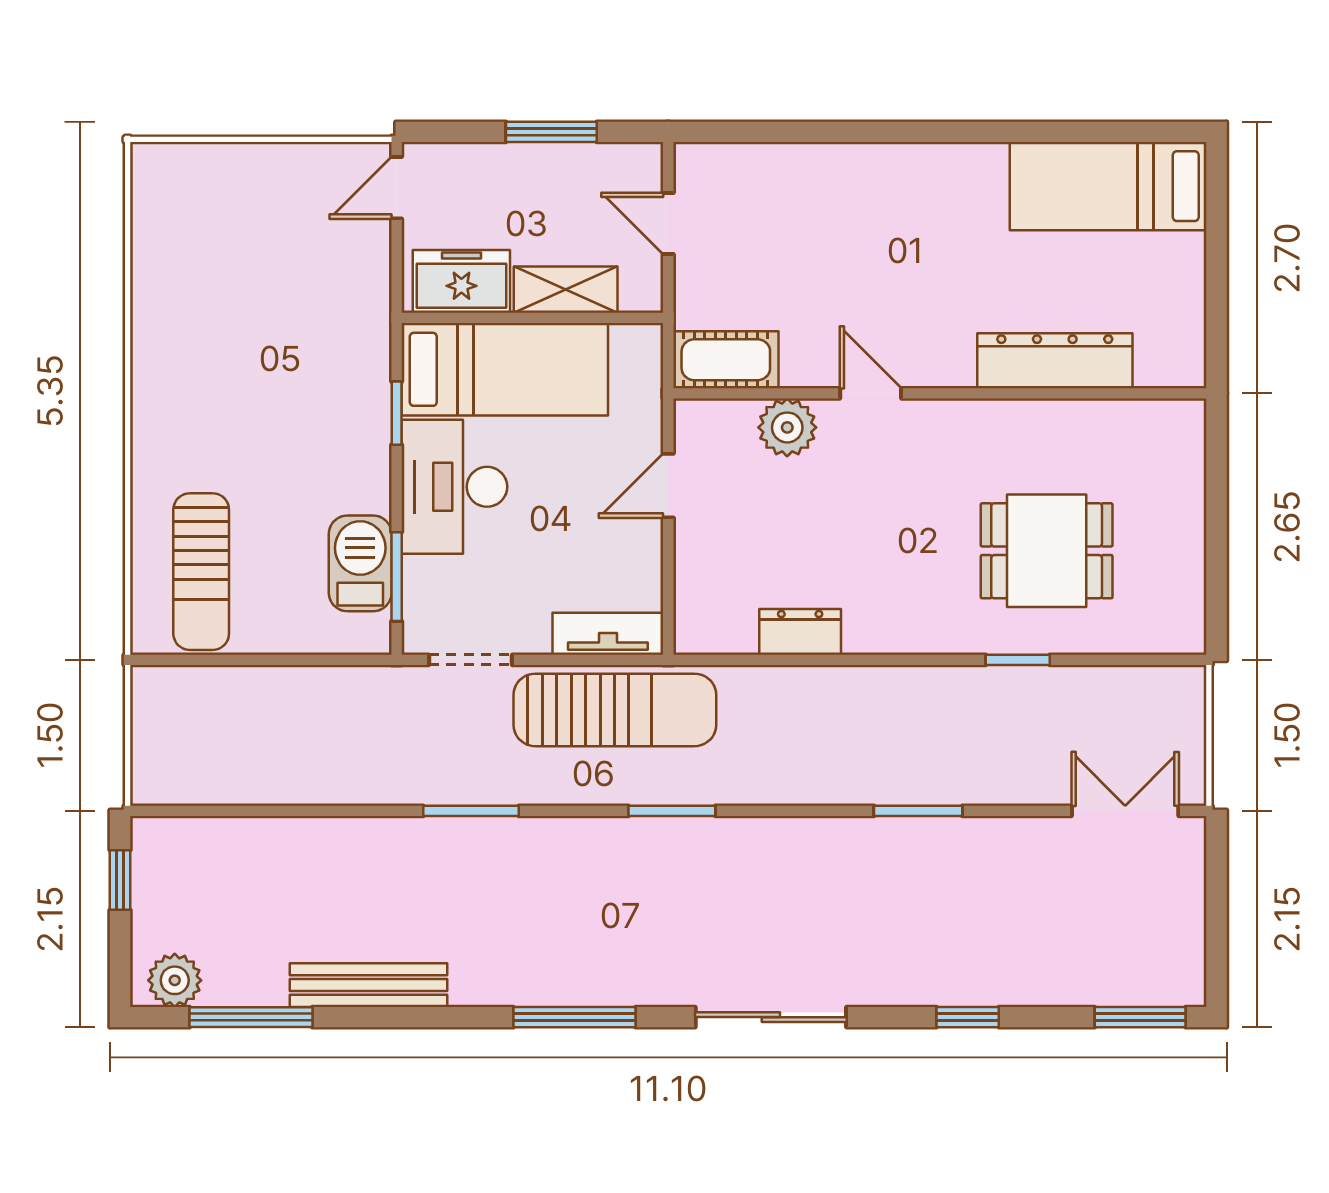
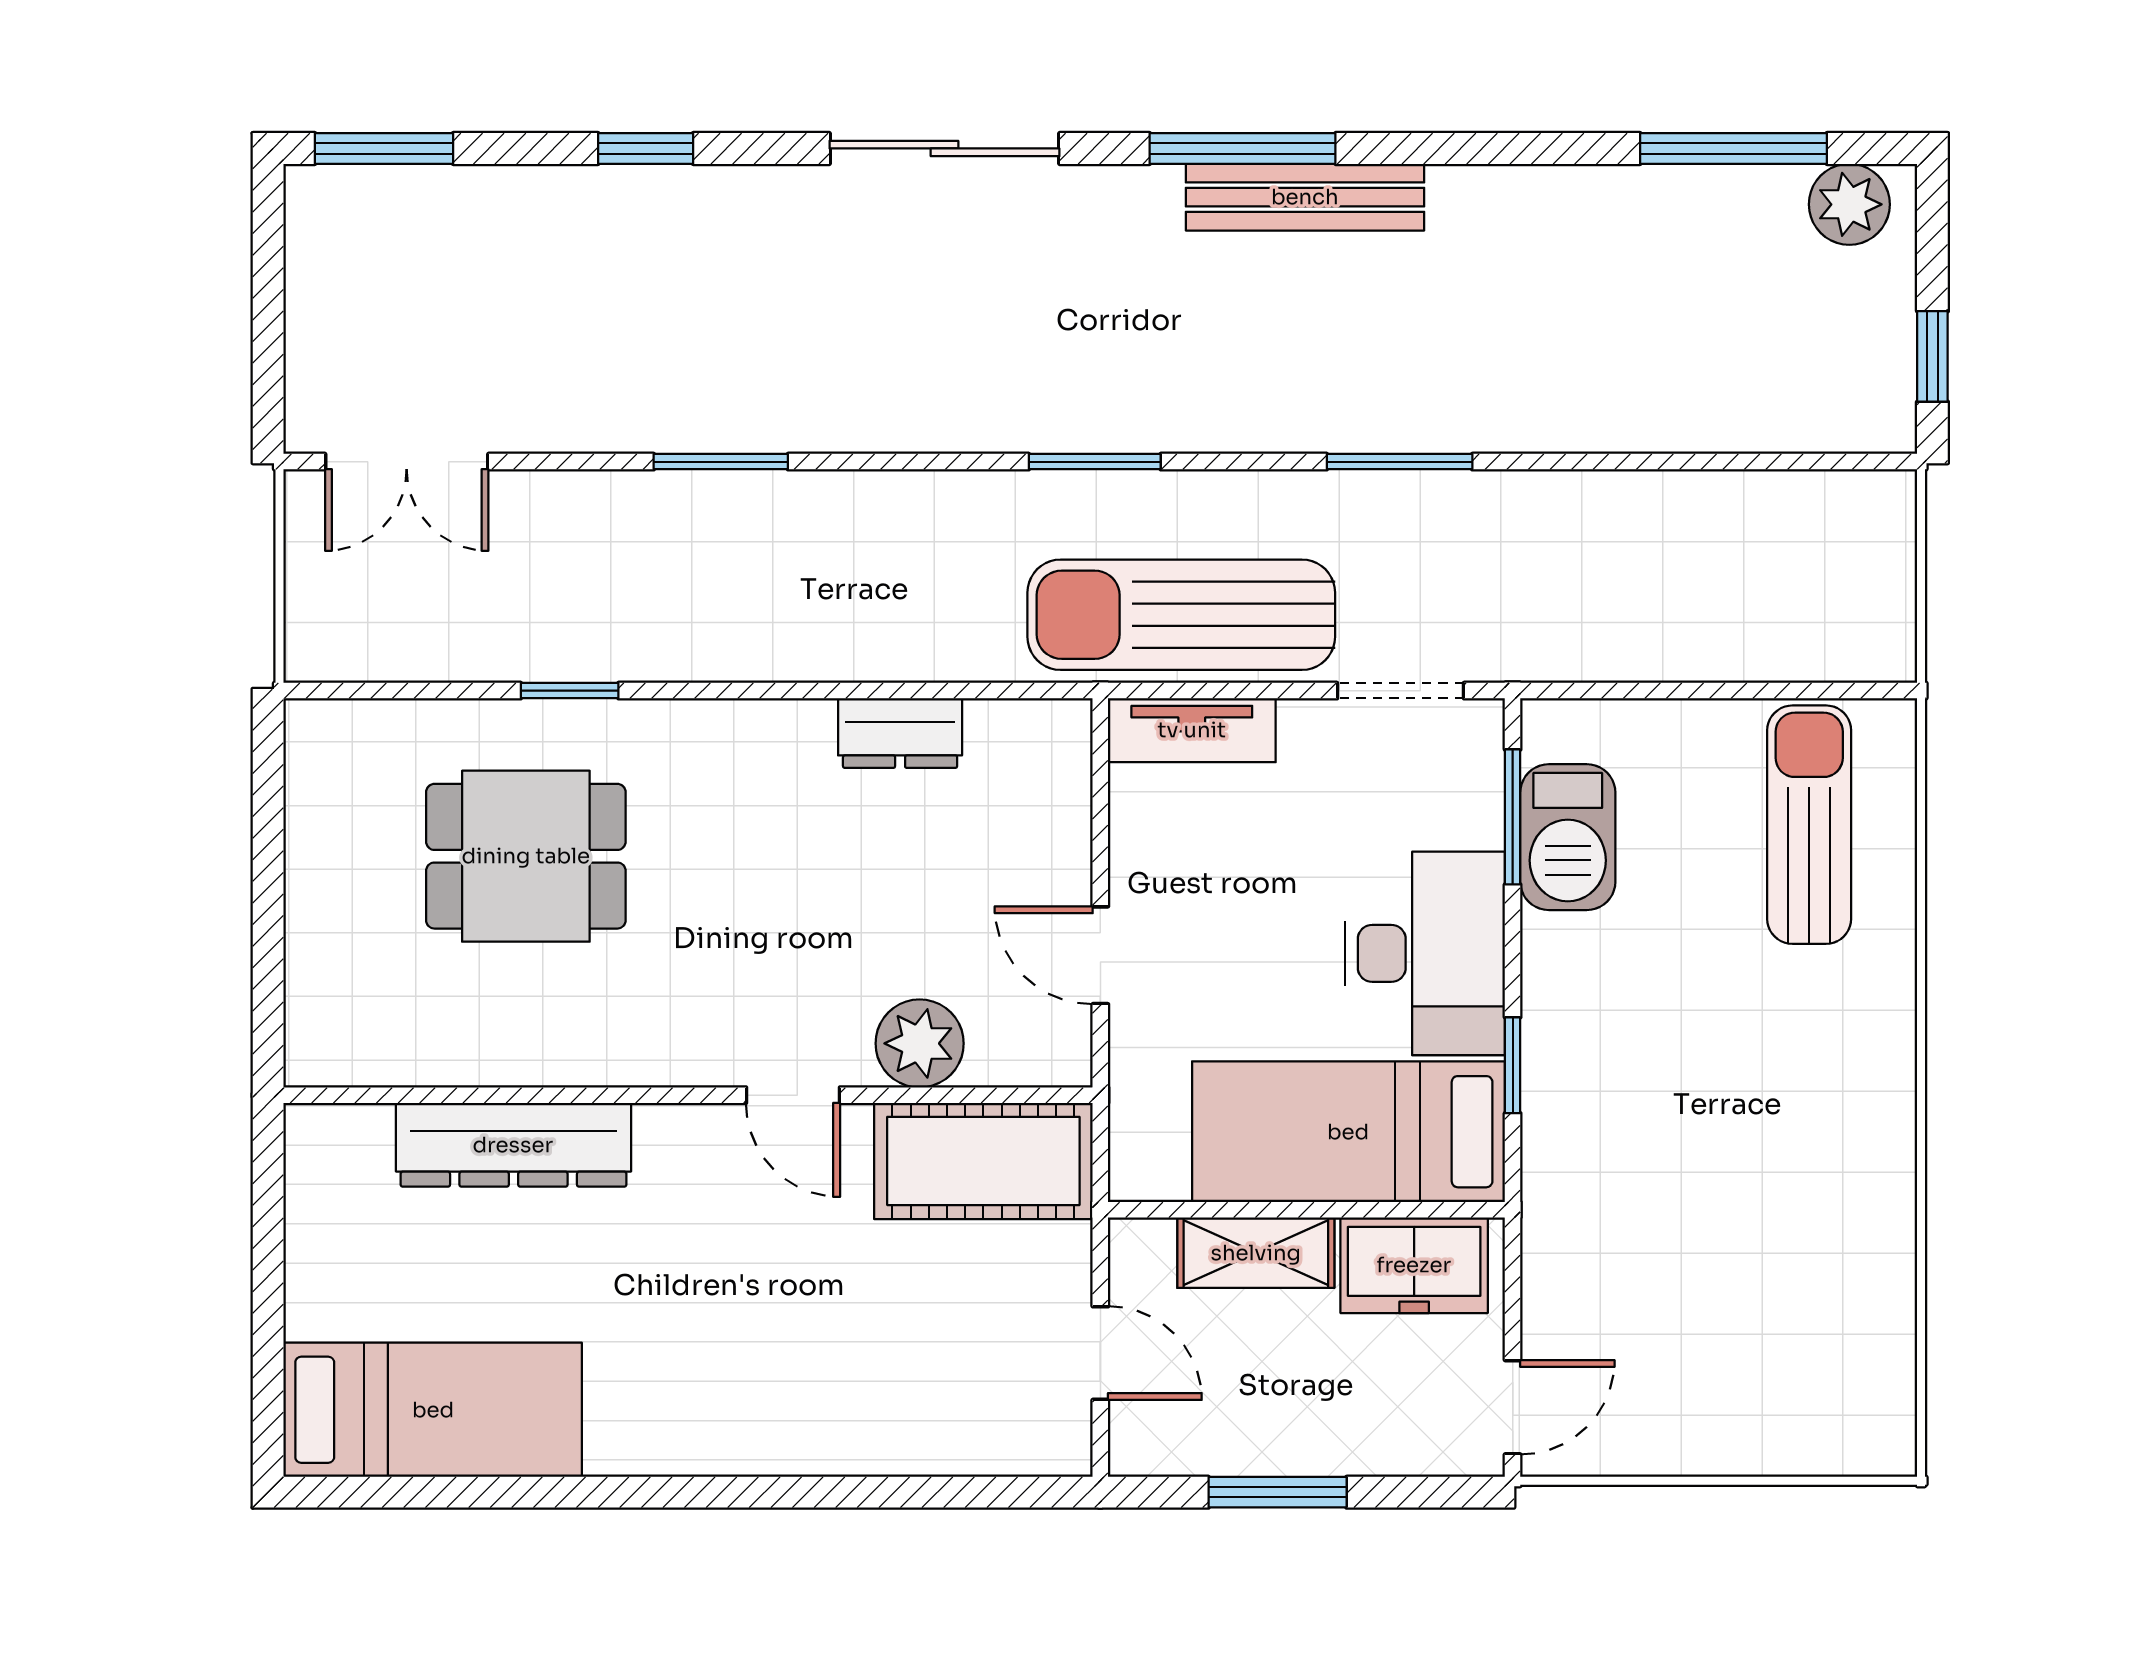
cot: (726, 360) -> (983, 1161), width x1.37, depth x1.34
door: (668, 486) -> (1100, 955), swing flipped
bench: (369, 985) -> (1305, 197), moved

